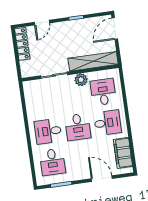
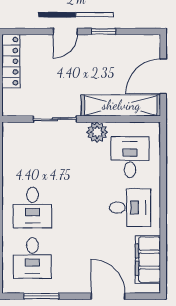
door: (42, 23) -> (65, 31), moved
door: (115, 28) -> (163, 76), moved
desk: (78, 127) -> (81, 208), removed
desk: (48, 131) -> (32, 208), turned -90

